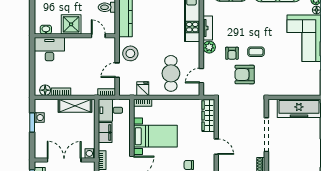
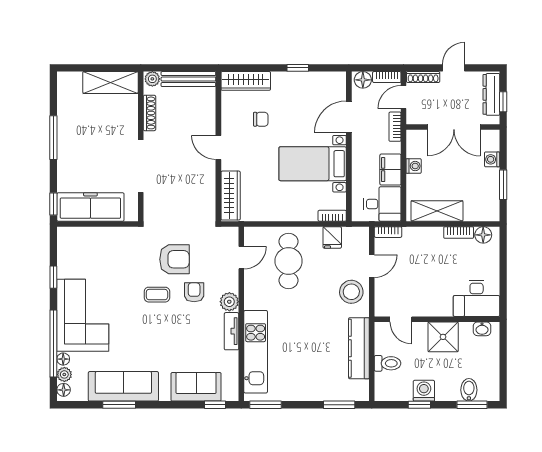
washing machine: (39, 118) -> (492, 159), moved
washing machine: (90, 153) -> (414, 166), moved

